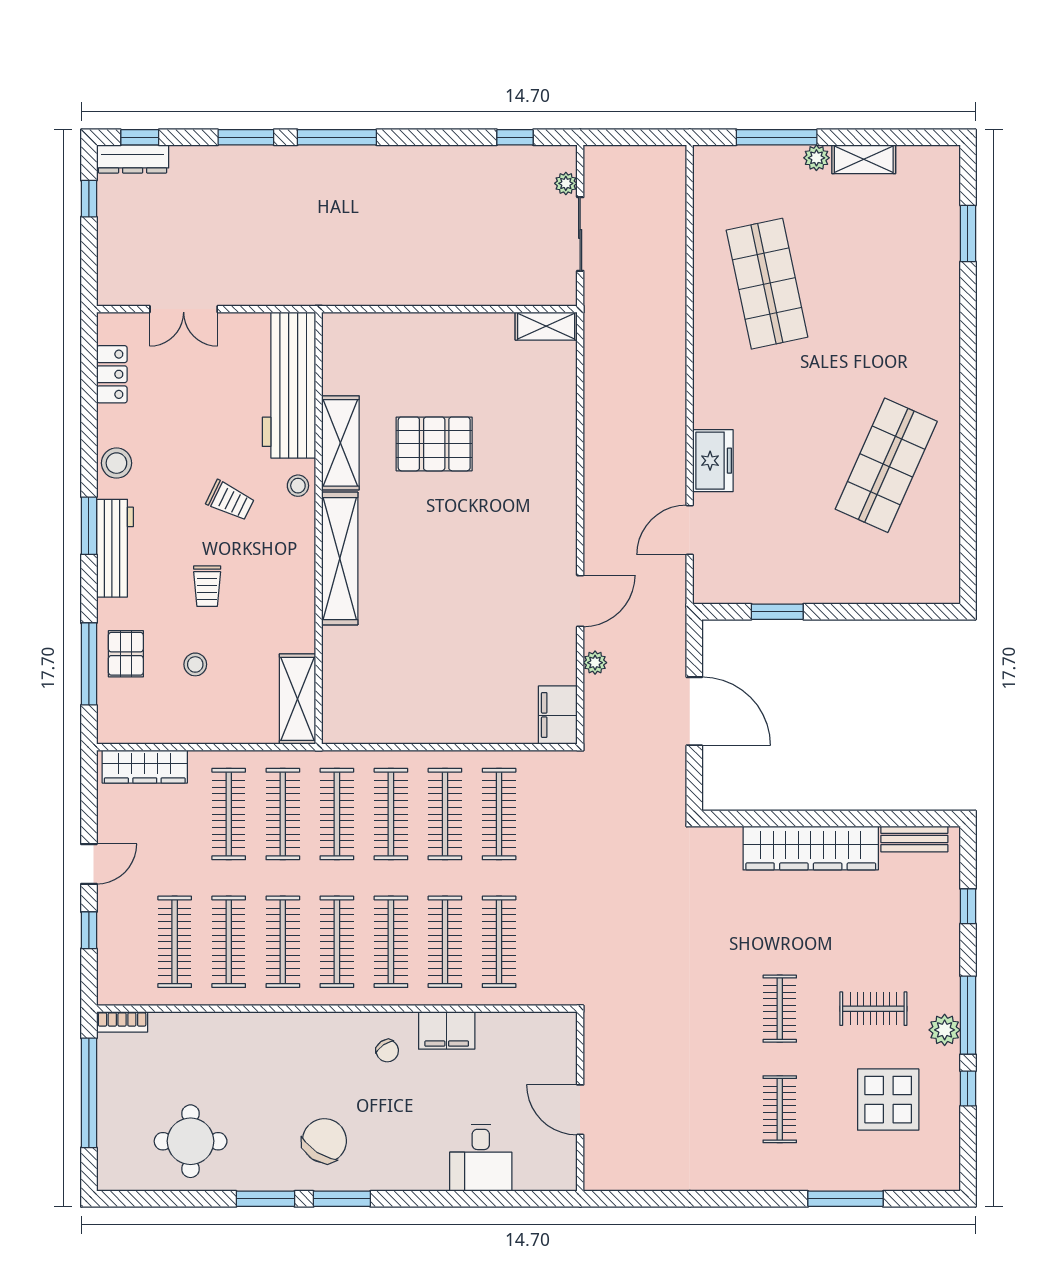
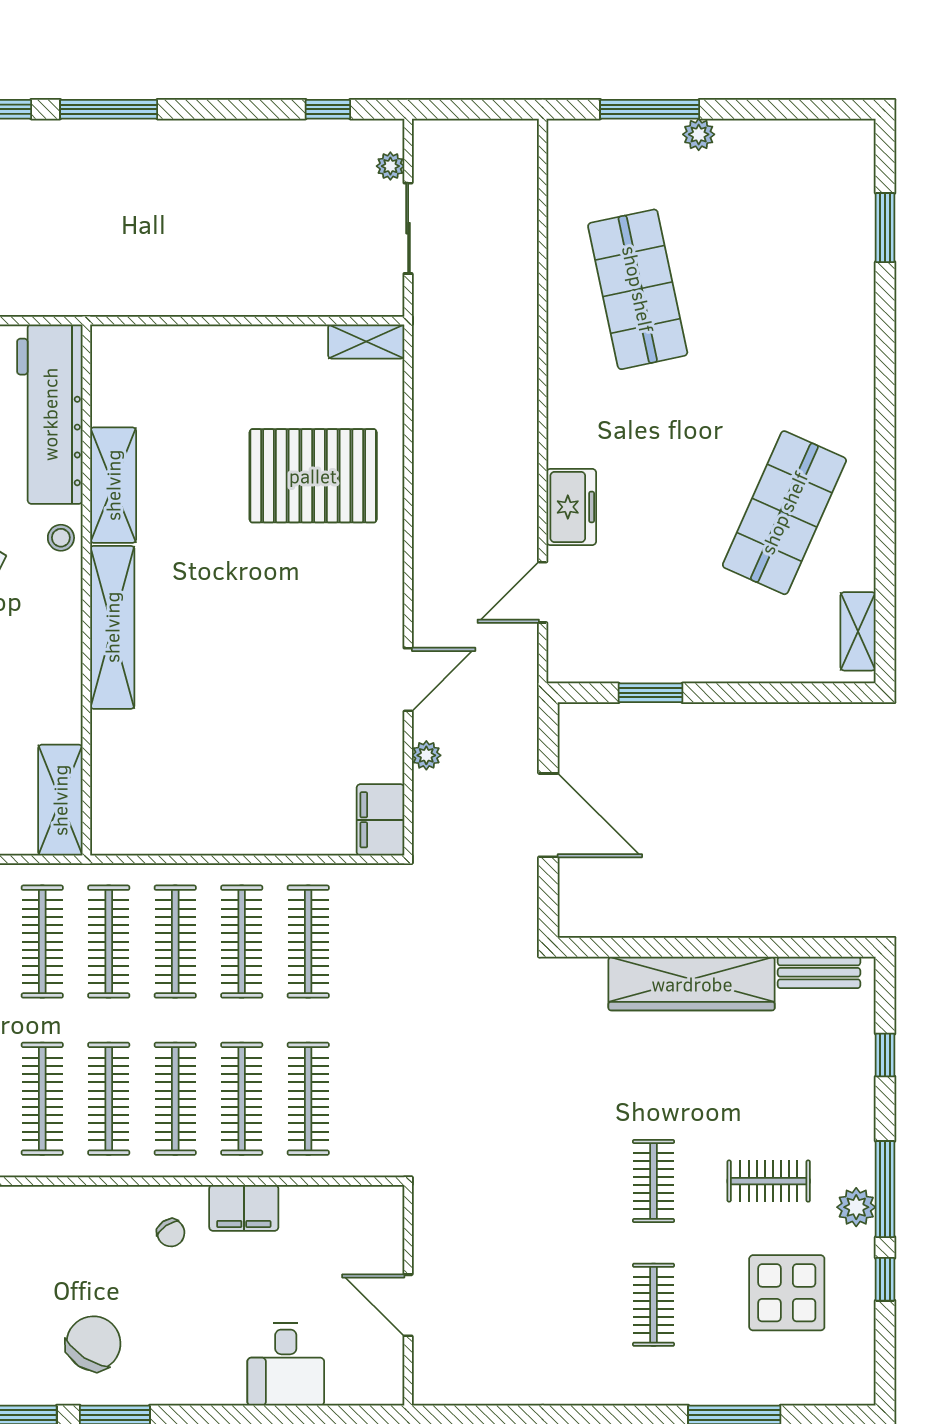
shelving: (864, 159) -> (858, 631), moved, turned 90
pallet: (434, 444) -> (313, 476), moved, width x1.37, depth x1.41

